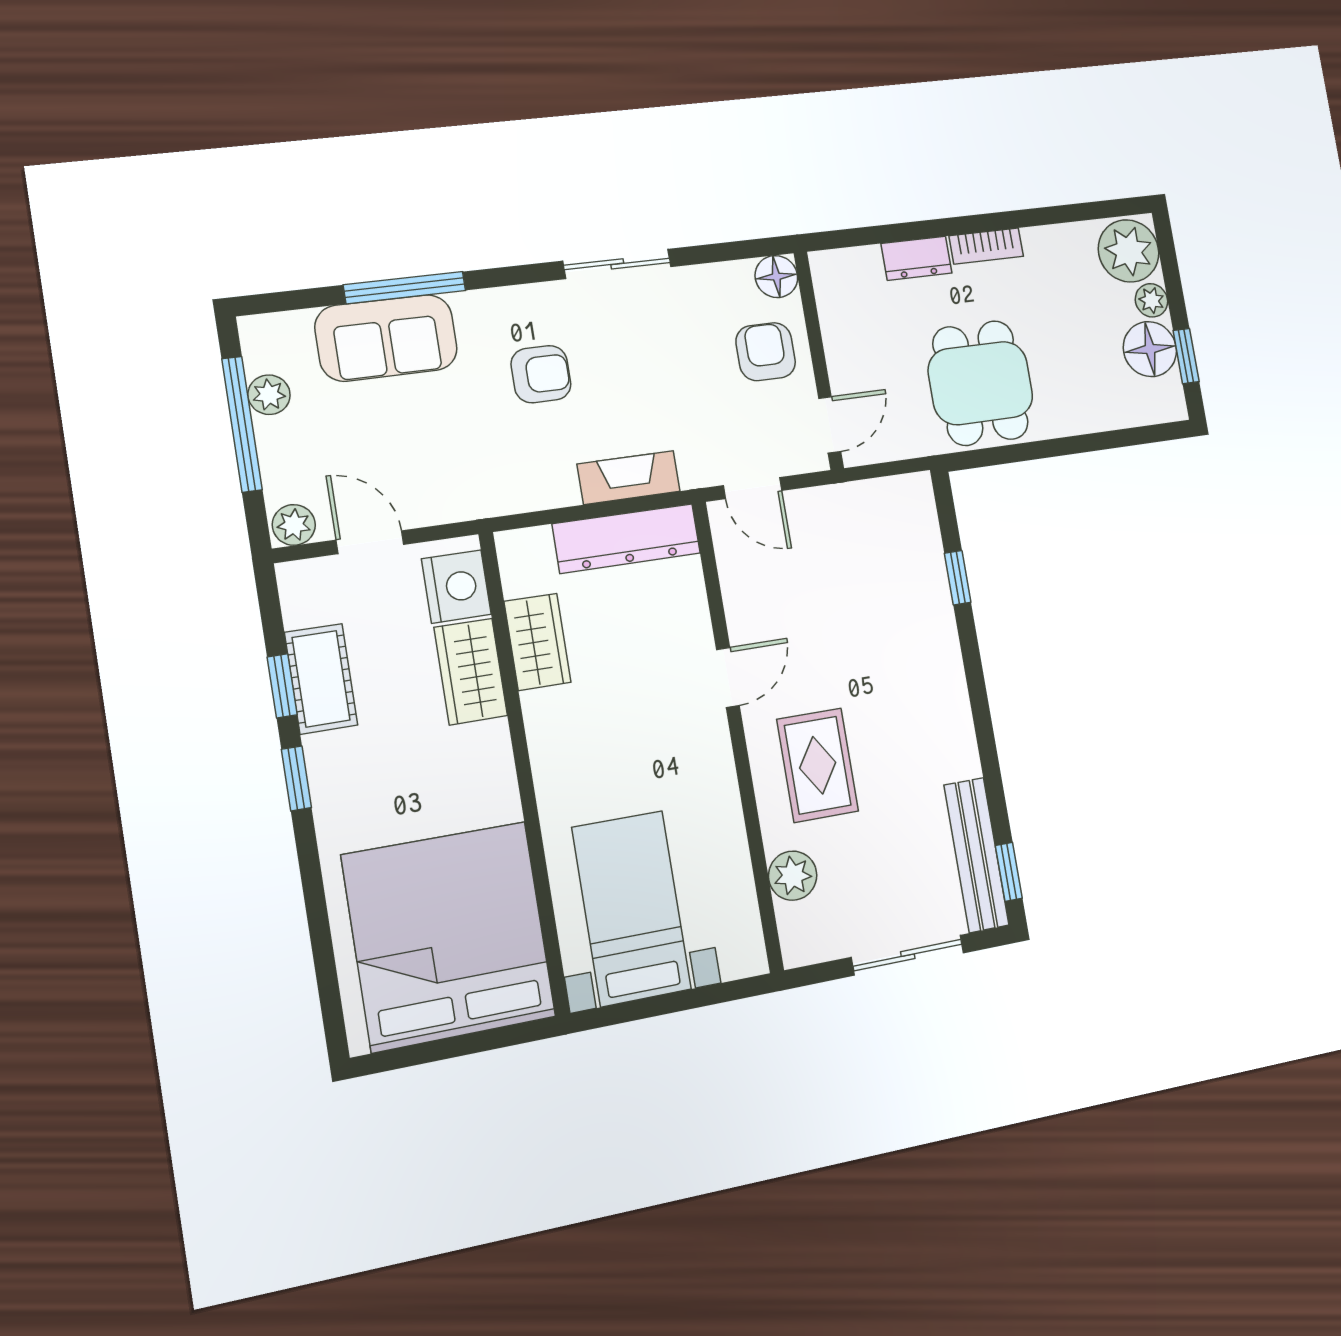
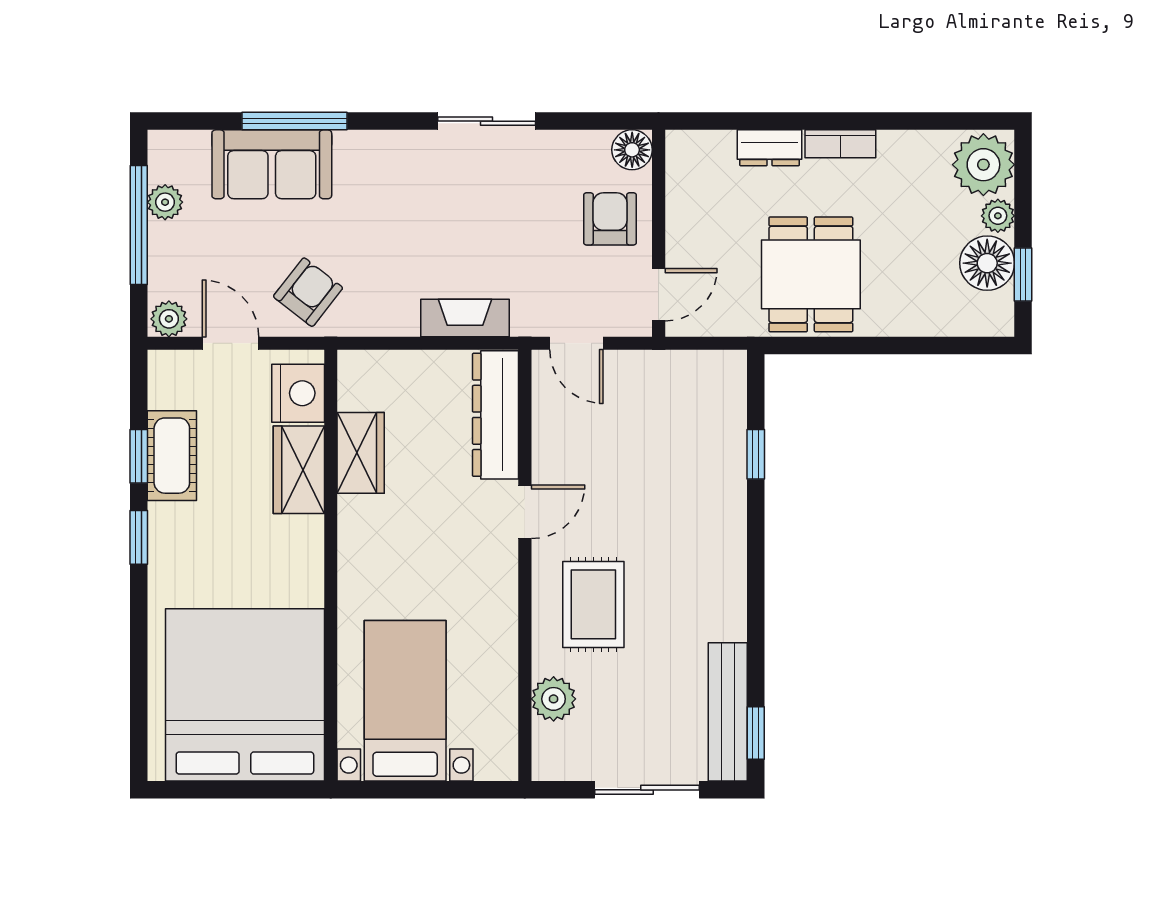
armchair: (541, 374) -> (308, 292), moved, turned -52
dresser: (627, 538) -> (495, 415), moved, turned 90

